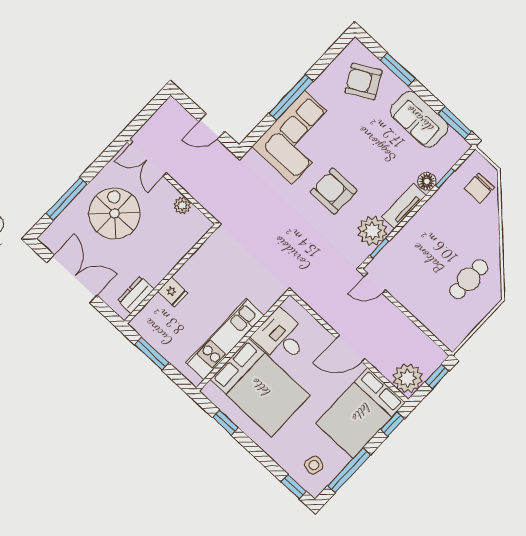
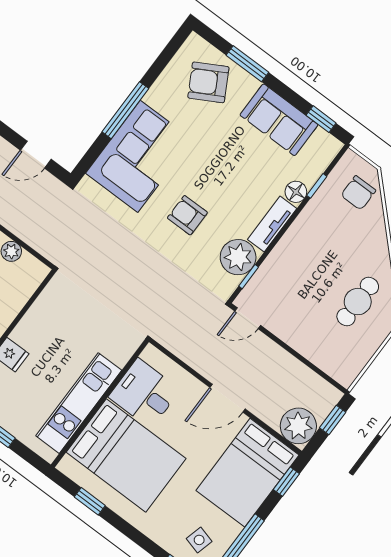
window: (455, 123) -> (321, 119), width x0.67
armchair: (334, 191) -> (187, 215), width x0.72, depth x0.72

